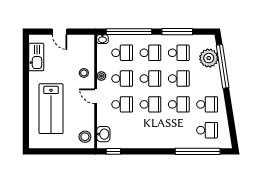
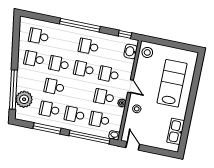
door: (60, 32) -> (133, 146), moved
school desk: (150, 79) -> (88, 46), moved
window: (198, 151) -> (80, 25), moved

